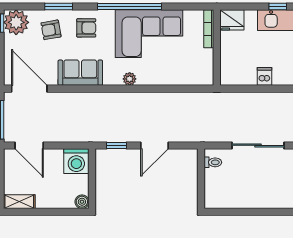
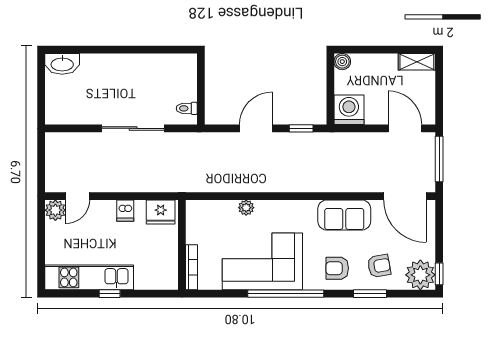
fridge: (232, 20) -> (161, 212), moved, turned 180
plant: (130, 79) -> (246, 208), moved

